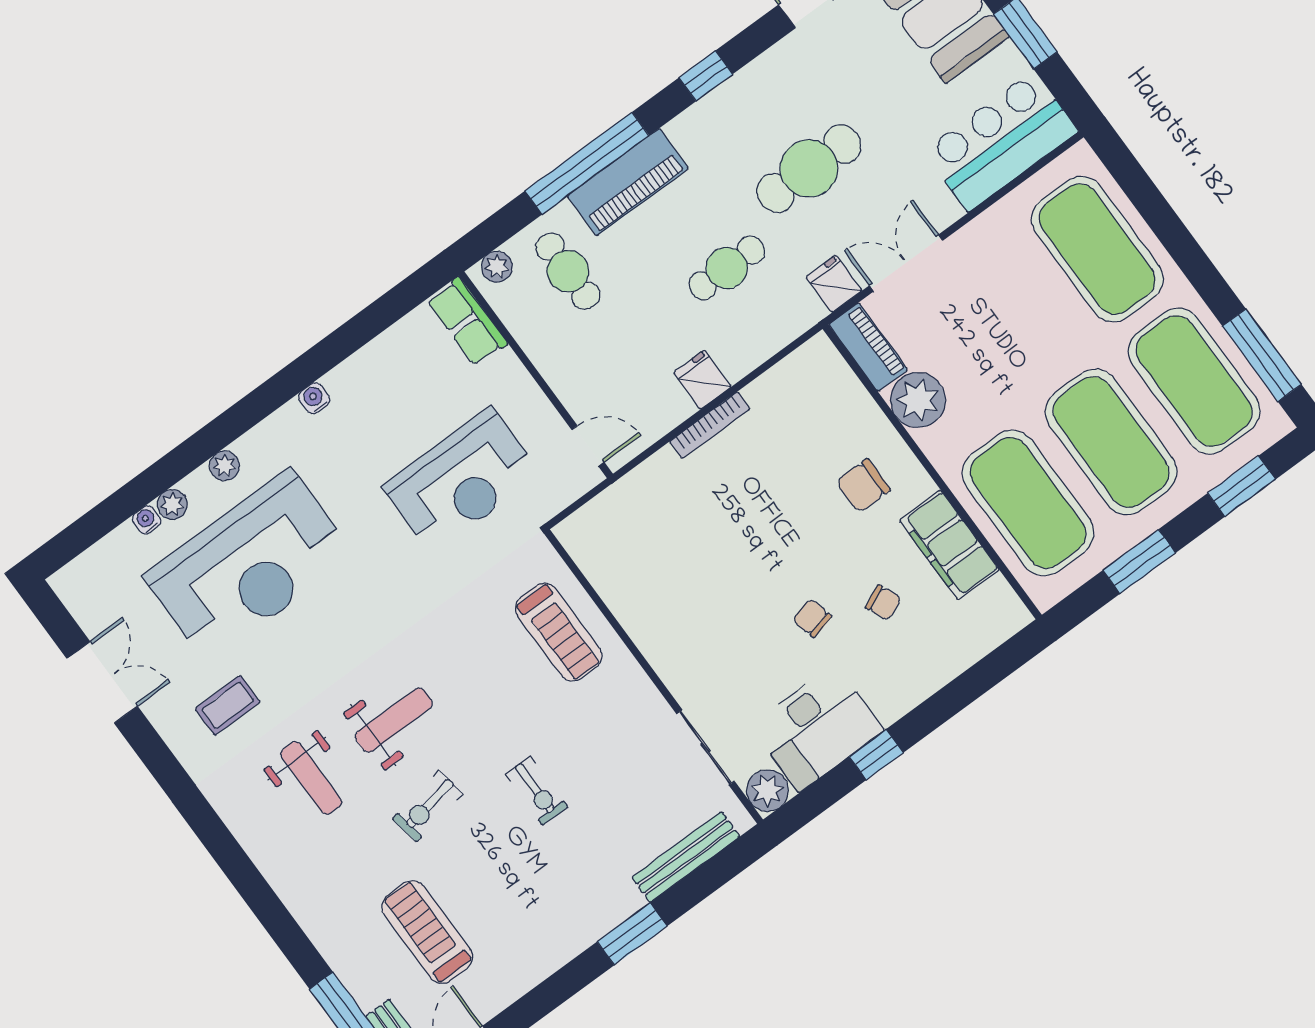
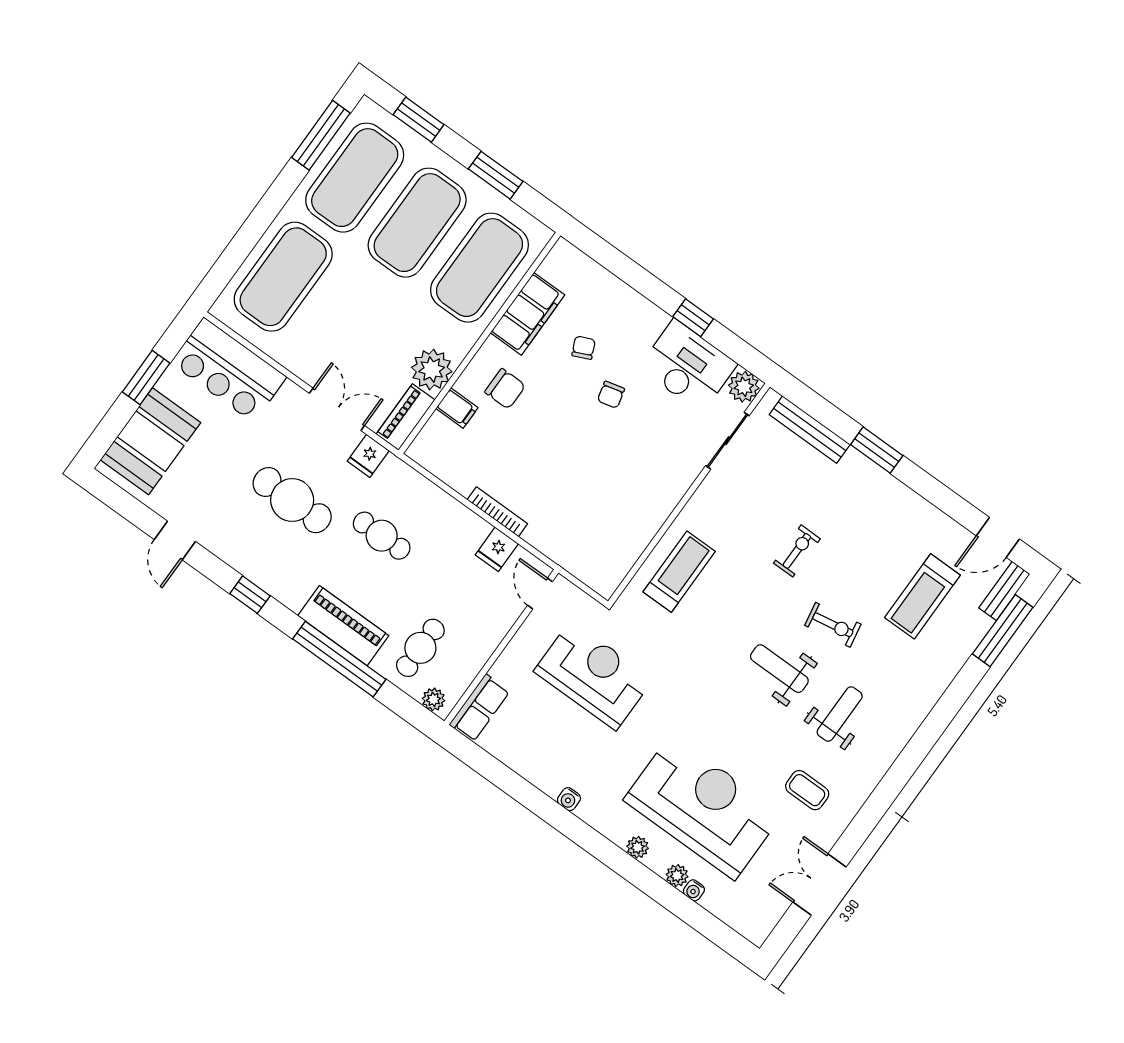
double door: (906, 263) -> (337, 409), swing flipped
fridge: (702, 380) -> (497, 549), moved
filing cabinet: (858, 416) -> (457, 408), added

